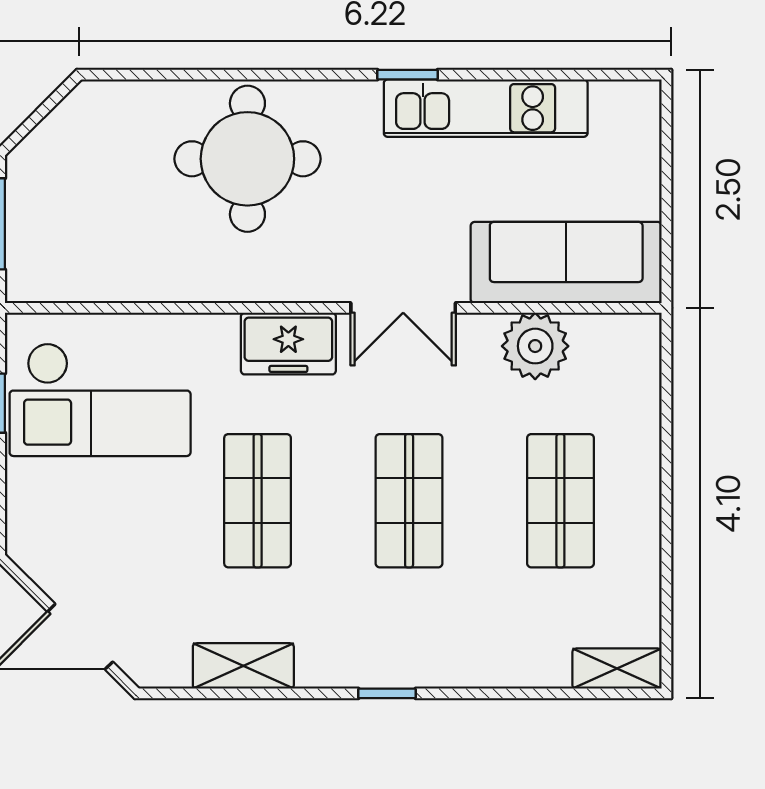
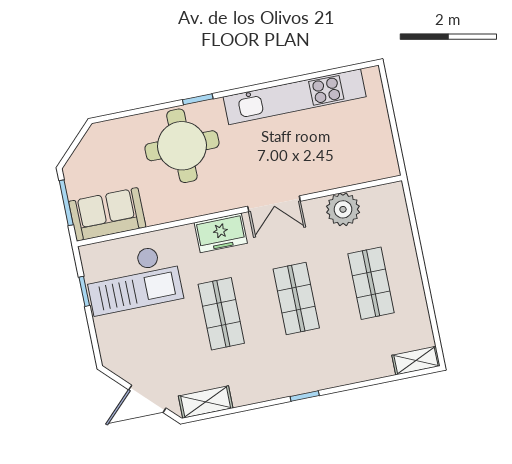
window: (408, 75) -> (198, 99), moved
kitchen unit: (486, 108) -> (295, 97), width x1.36
sofa: (566, 263) -> (107, 214), moved, width x0.73
shelving: (243, 666) -> (206, 402), moved

